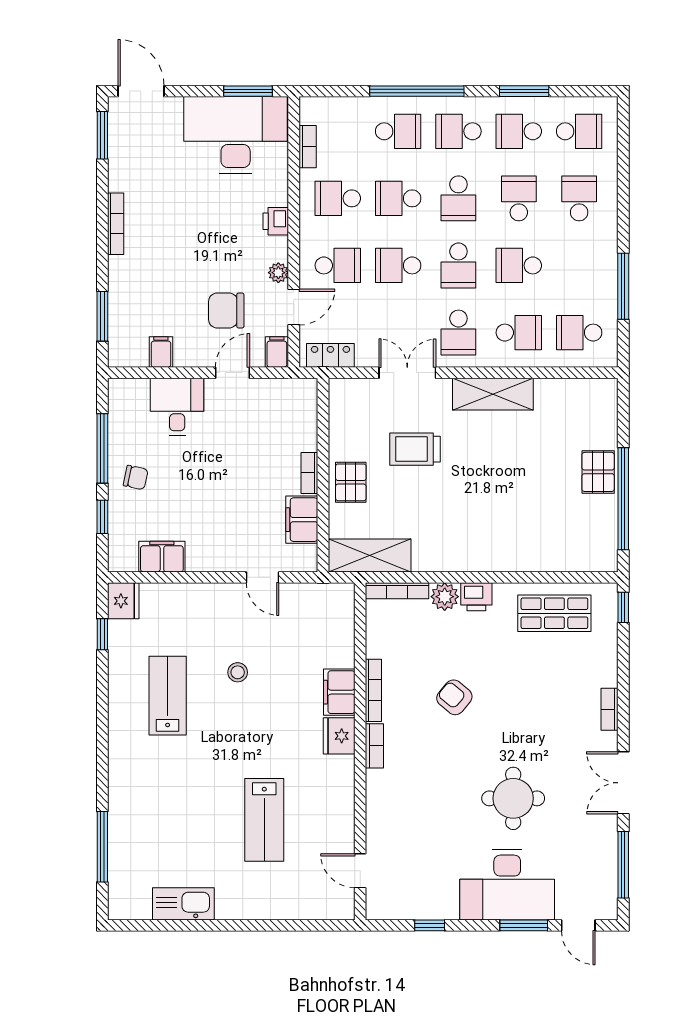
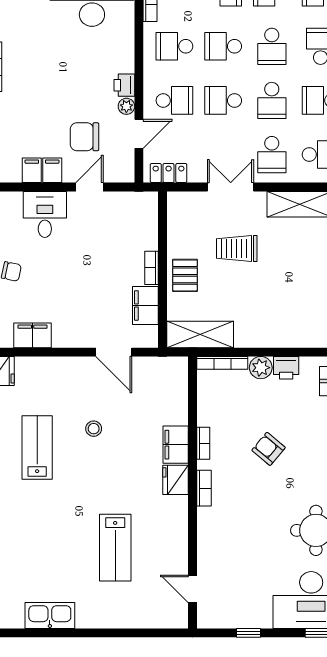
printer: (276, 221) -> (124, 85), moved
filing cabinet: (277, 352) -> (52, 170), moved
door: (263, 577) -> (114, 352), width x1.37
bookcase: (373, 690) -> (203, 443), width x0.64

